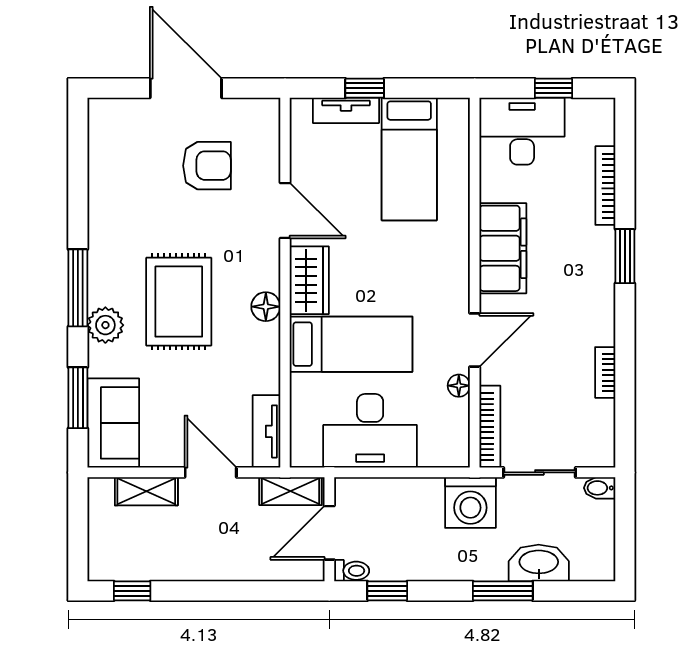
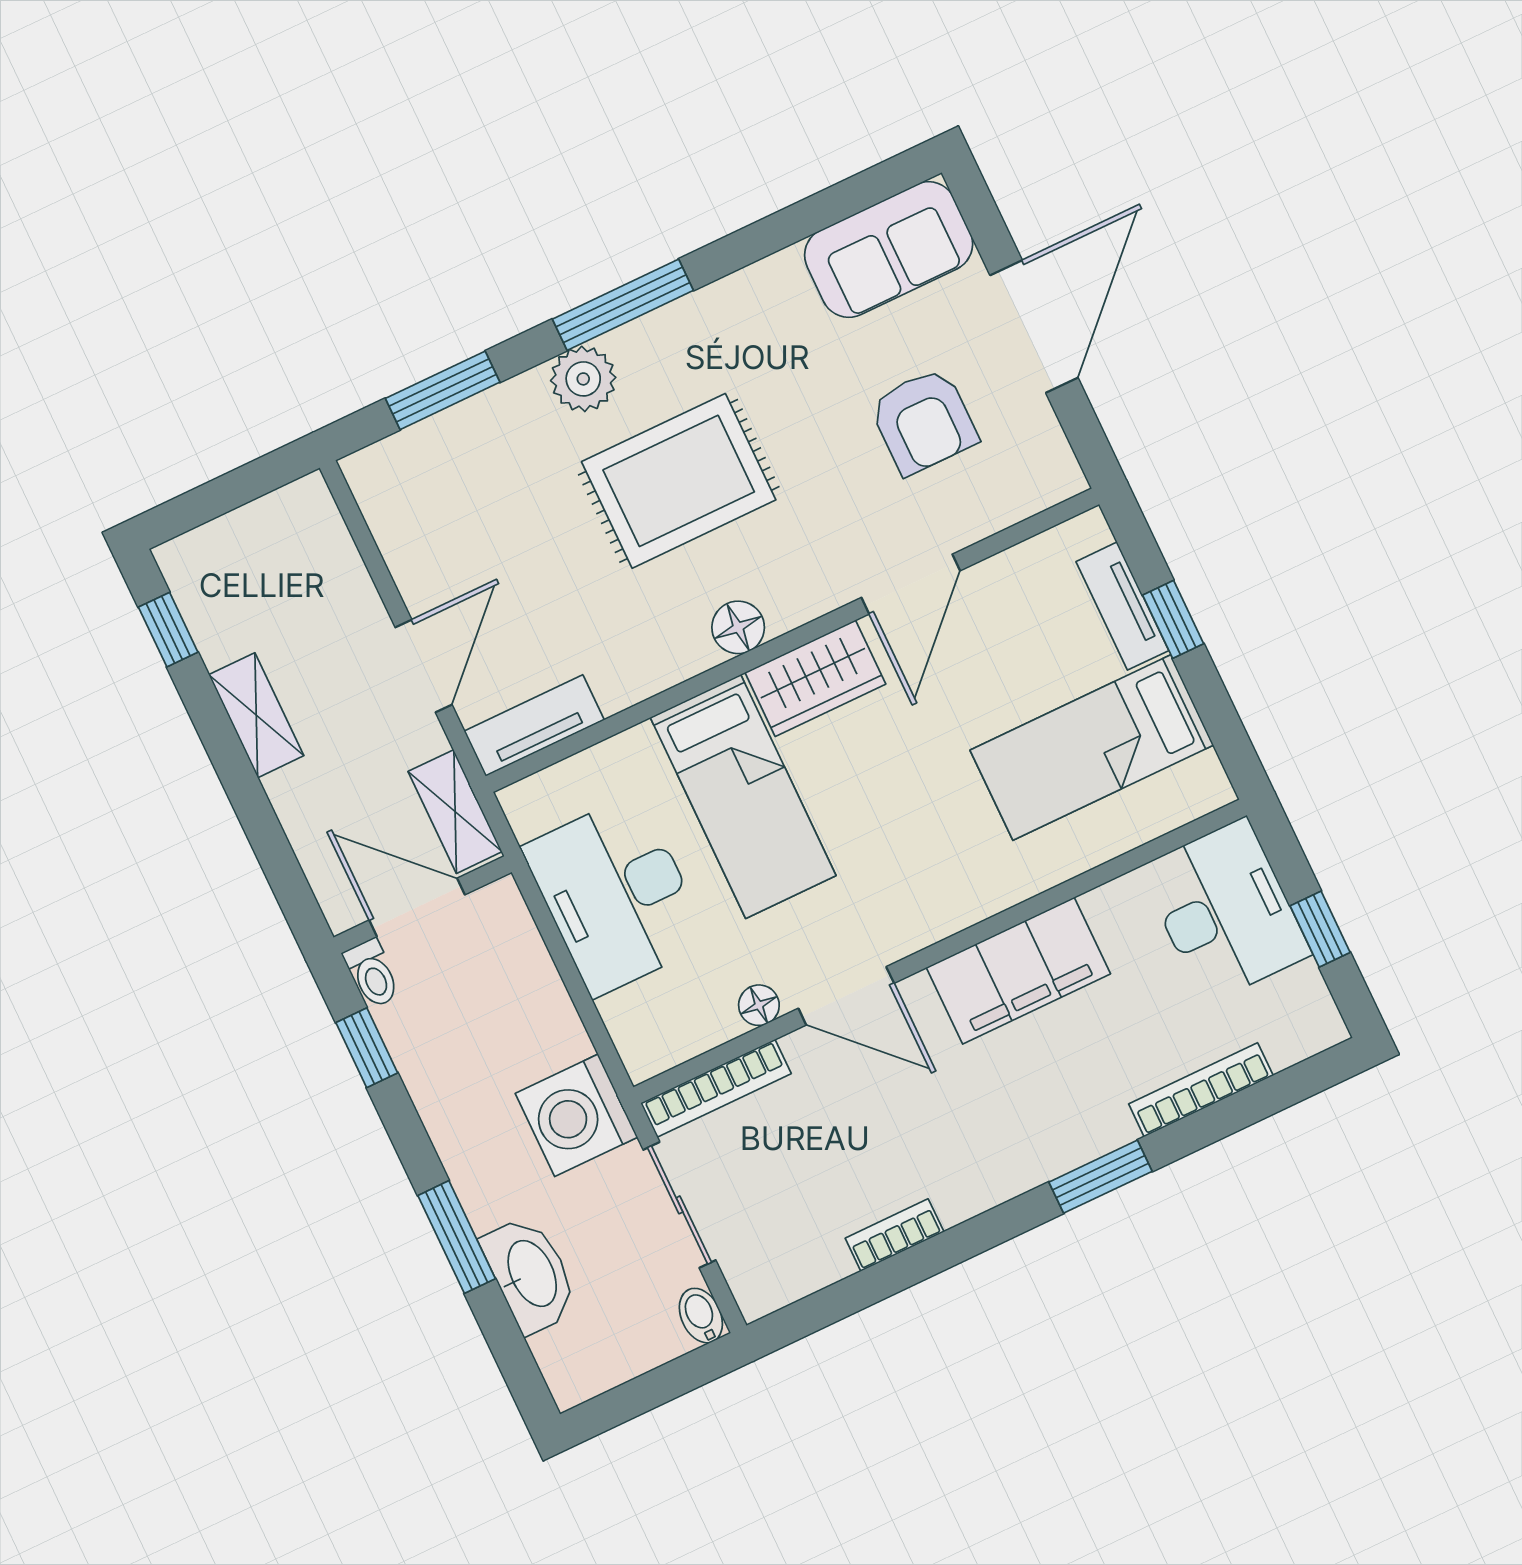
sofa: (113, 423) -> (889, 250), moved
shelving: (146, 491) -> (256, 715), moved

